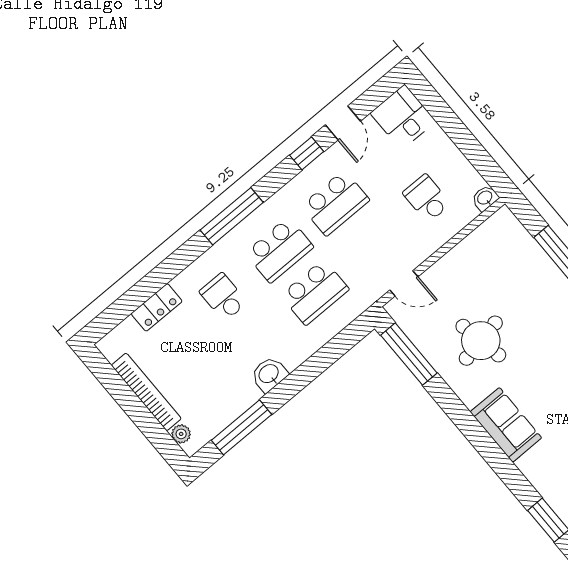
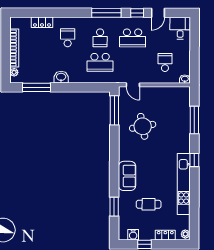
window: (232, 216) -> (106, 13), moved
school desk: (279, 250) -> (100, 38), width x0.54
sofa: (506, 425) -> (127, 176), moved

